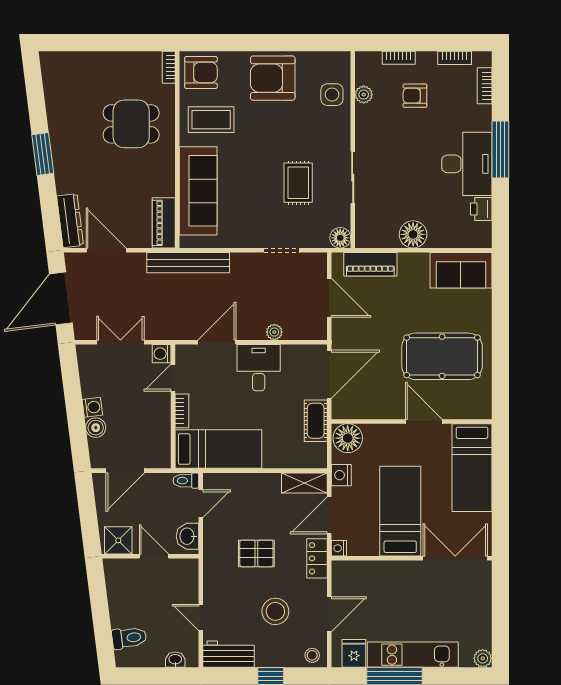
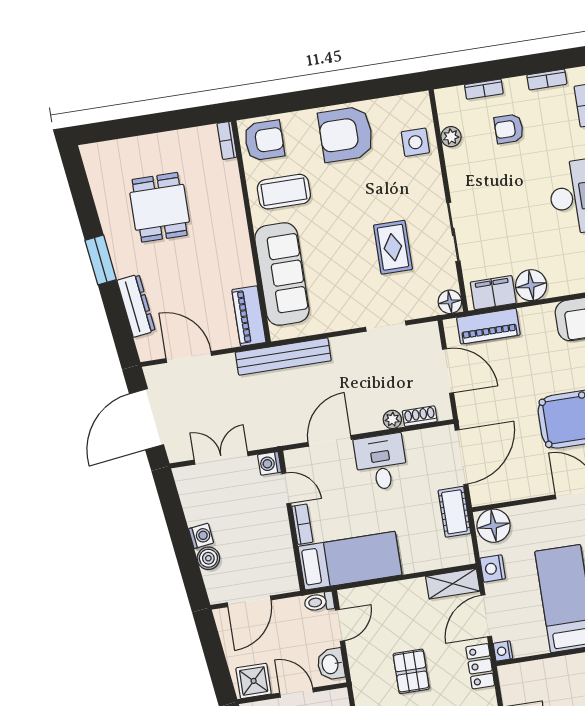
dining table: (131, 124) -> (160, 207), moved, turned 90
dresser: (70, 221) -> (136, 306), moved
filing cabinet: (379, 236) -> (493, 293), added
shoe rack: (298, 333) -> (420, 416), added
door: (173, 378) -> (286, 488), swing flipped
pallet: (256, 553) -> (411, 671), turned 90

